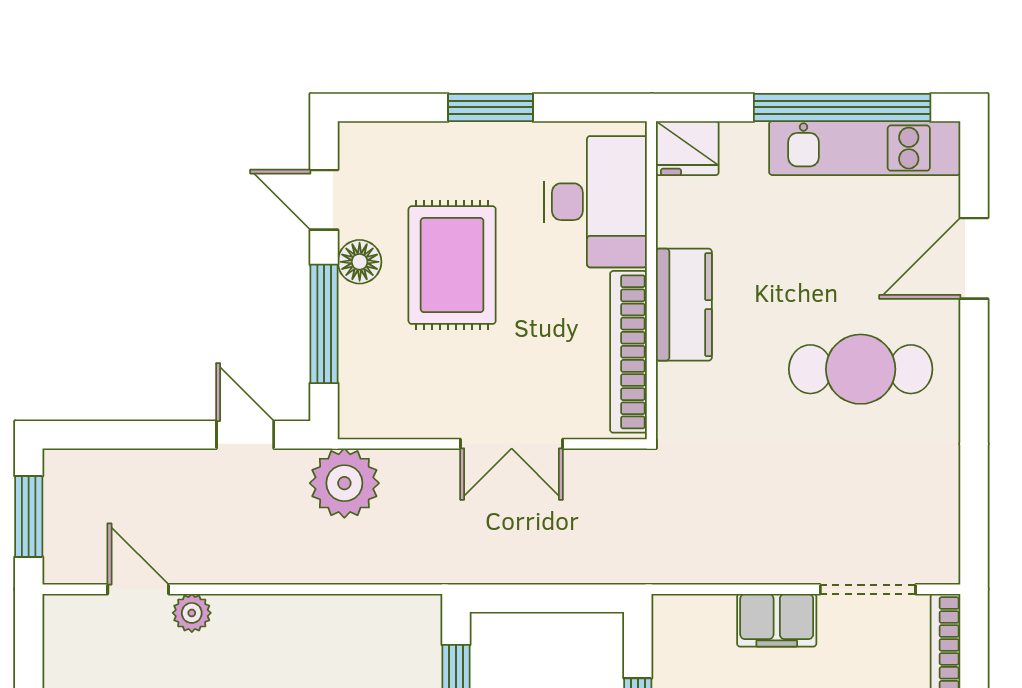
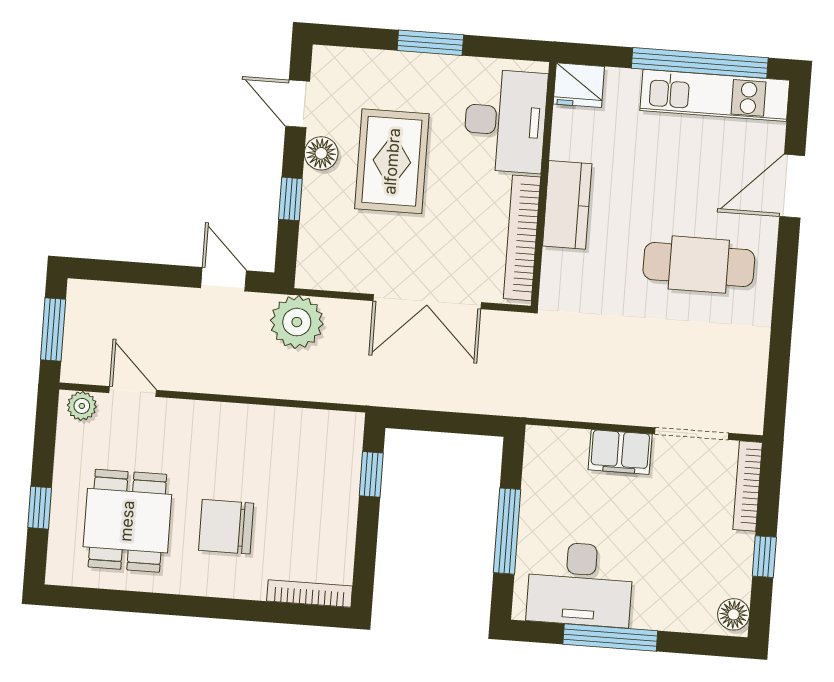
window: (324, 324) -> (290, 199), width x0.46
double door: (512, 444) -> (427, 302), width x1.37
plant: (192, 613) -> (82, 406), moved

